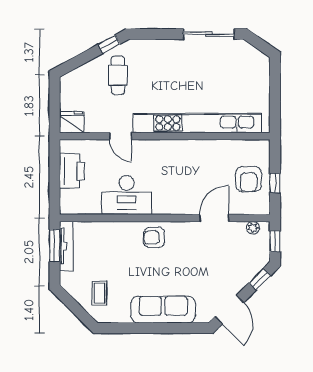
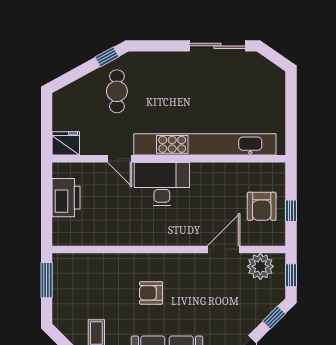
desk: (127, 195) -> (162, 184), moved, turned 180
plant: (253, 228) -> (260, 266), width x1.87, depth x1.87
armchair: (154, 237) -> (151, 293), moved
tv unit: (66, 246) -> (60, 281), removed

